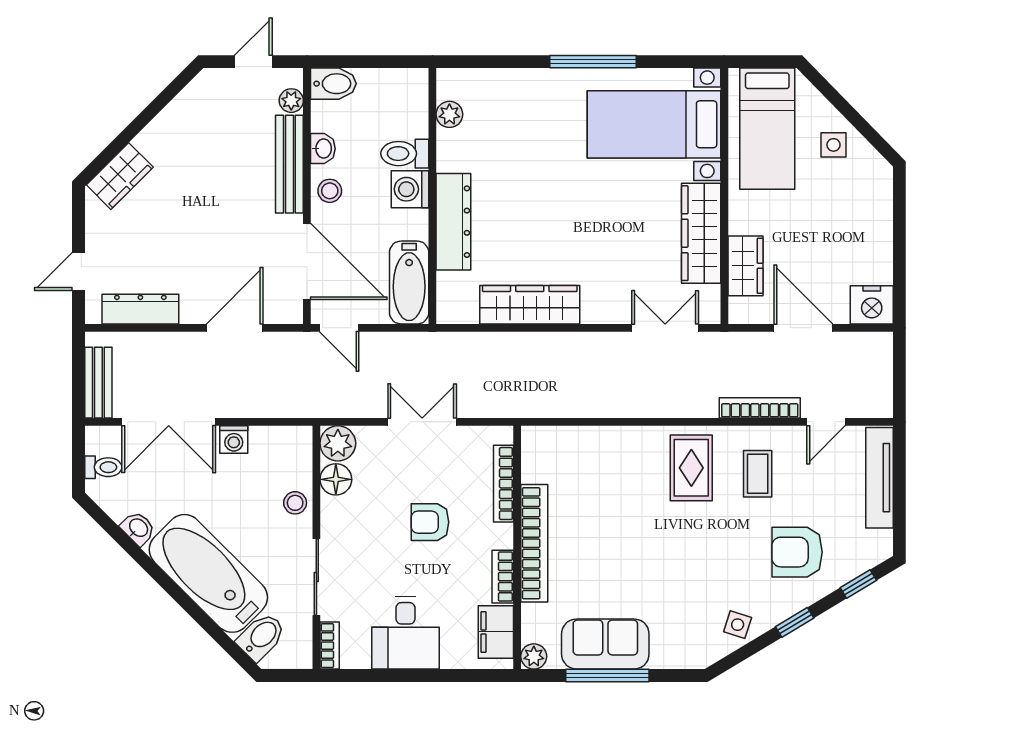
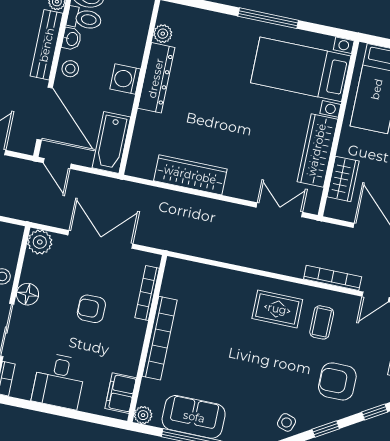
toilet: (405, 154) -> (84, 19), moved, turned 180
dresser: (453, 222) -> (156, 78), moved
double door: (422, 422) -> (100, 239), width x1.37
rug: (691, 468) -> (277, 309), turned 90
floor lamp: (336, 479) -> (28, 294), moved
bookcase: (503, 577) -> (133, 356), removed

